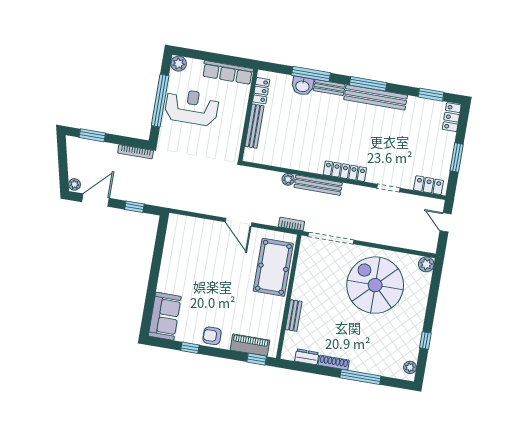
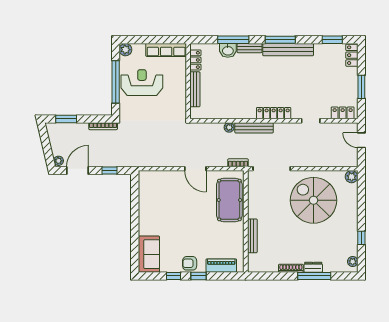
bench: (294, 315) -> (252, 236), width x1.36
dresser: (307, 357) -> (313, 267), moved
window: (257, 359) -> (199, 276), moved

